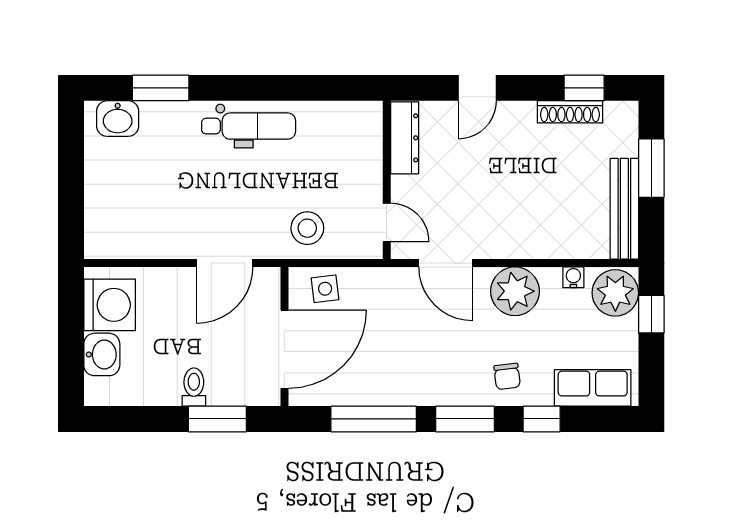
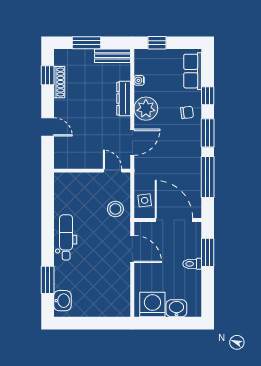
dresser: (405, 138) -> (124, 99), moved, turned -90
bench: (624, 209) -> (113, 56), width x0.73
door: (387, 222) -> (113, 171), hinge flipped
plant: (615, 293) -> (147, 60), removed

